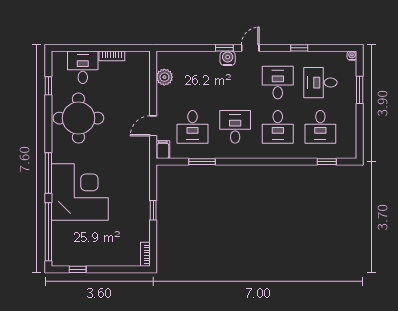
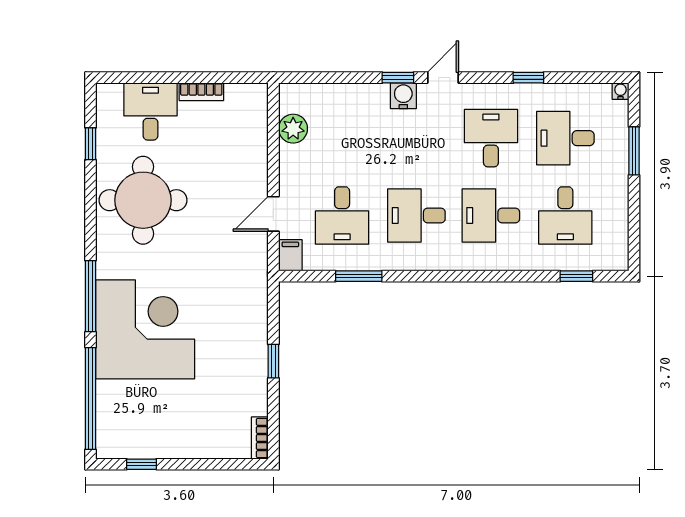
desk: (235, 127) -> (416, 215), turned -90
desk: (278, 127) -> (491, 215), turned 90

